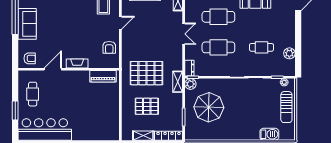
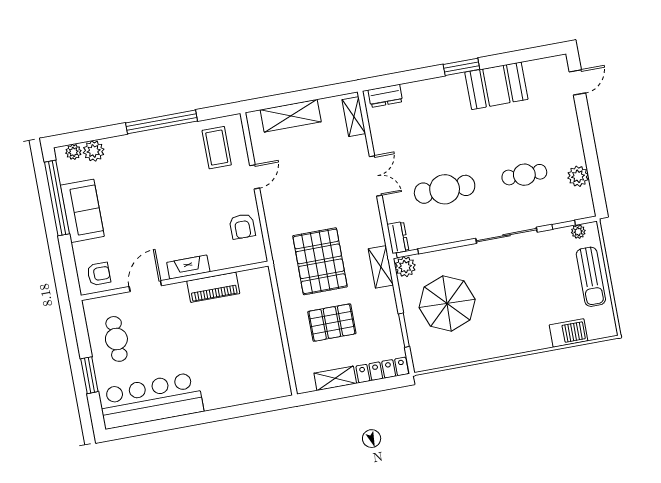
cafe table: (218, 17) -> (434, 133), removed
pallet: (146, 73) -> (320, 261), turned 90
piano: (103, 76) -> (213, 287), moved

